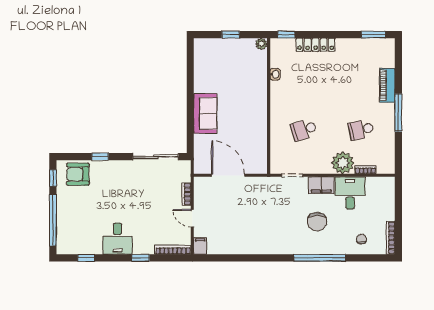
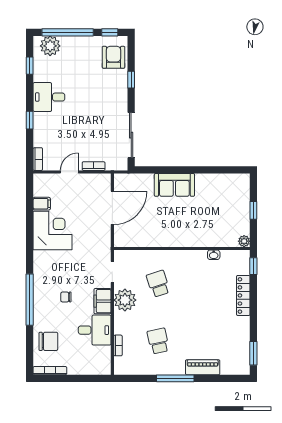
plant: (343, 163) -> (125, 300), moved
chair: (317, 222) -> (66, 297), width x0.54, depth x0.54
corner desk: (251, 235) -> (52, 230), added
plant: (66, 237) -> (50, 46), added
chair: (361, 239) -> (48, 341), width x1.87, depth x1.87
filing cabinet: (200, 246) -> (42, 204), moved
bookcase: (173, 250) -> (38, 159), width x0.64

